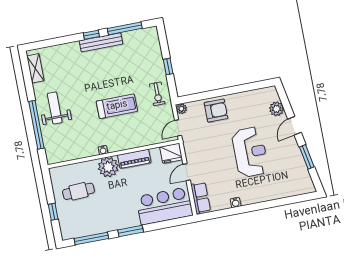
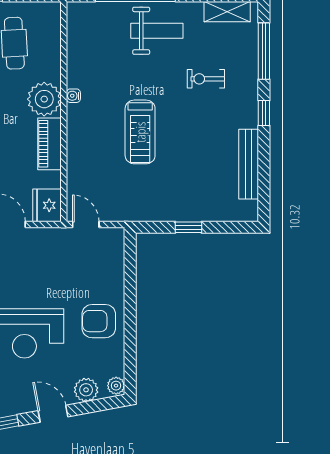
window: (125, 28) -> (264, 51), moved
bench: (101, 42) -> (249, 164), moved
exercise bike: (157, 94) -> (206, 79), moved
plant: (181, 109) -> (116, 386), moved
armchair: (216, 111) -> (99, 321), moved, turned 90

